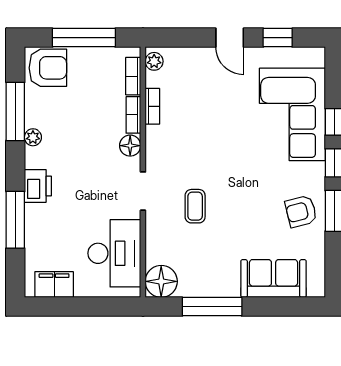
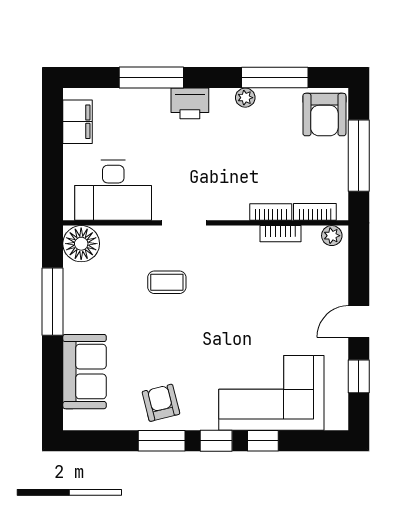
floor lamp: (130, 146) -> (236, 208), removed

